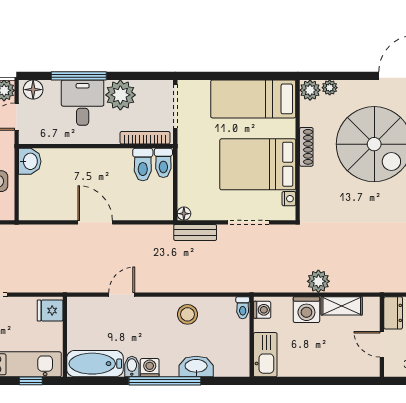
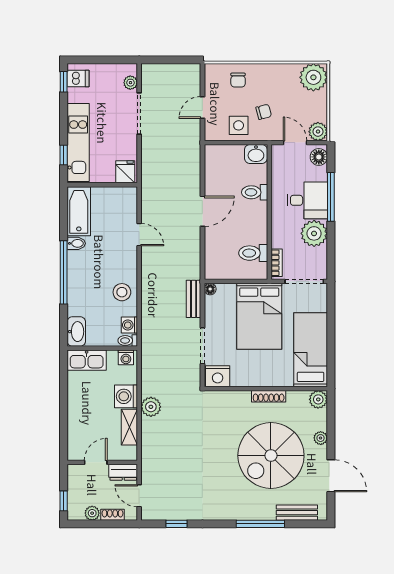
plant: (330, 88) -> (321, 438), moved
bookcase: (145, 138) -> (277, 263), width x0.64
toilet: (163, 163) -> (255, 192), moved
bed: (258, 164) -> (259, 316), moved, turned 180
nightstand: (289, 199) -> (218, 376), width x1.89, depth x1.79
washbasin: (196, 366) -> (76, 332), moved
washing machine: (150, 368) -> (129, 325), moved, turned 180

